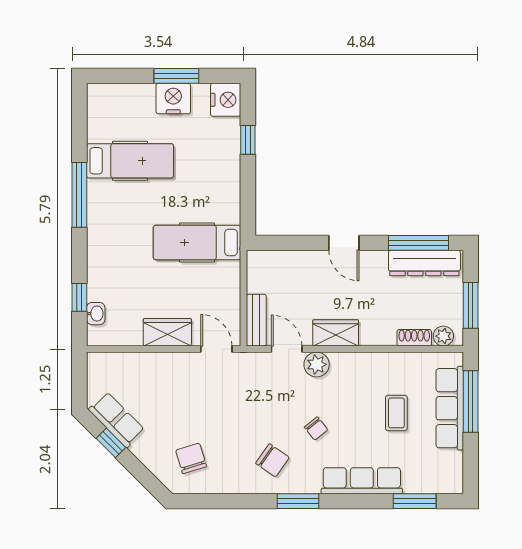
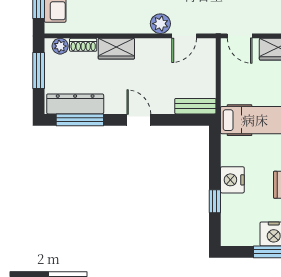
nightstand: (226, 100) -> (232, 180), moved
bench: (256, 320) -> (195, 106), moved, turned 90
wardrobe: (336, 333) -> (116, 49), moved
door: (287, 349) -> (184, 36), hinge flipped

